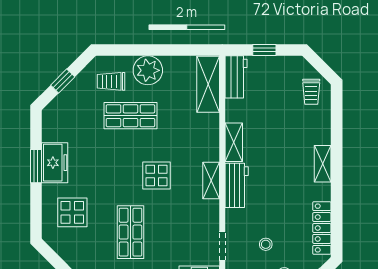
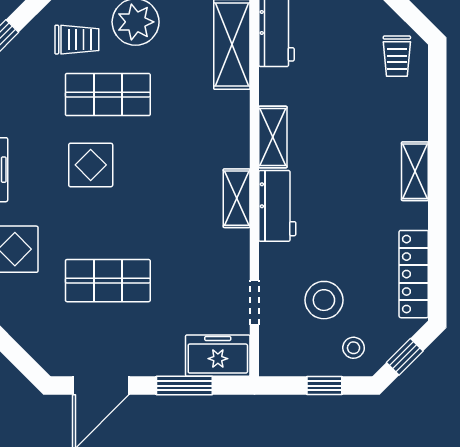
trolley: (111, 81) -> (77, 40), turned 180
display table: (156, 175) -> (91, 165), moved
shop shelf: (130, 232) -> (108, 281), turned 90
stool: (266, 244) -> (324, 300), width x1.89, depth x1.89

